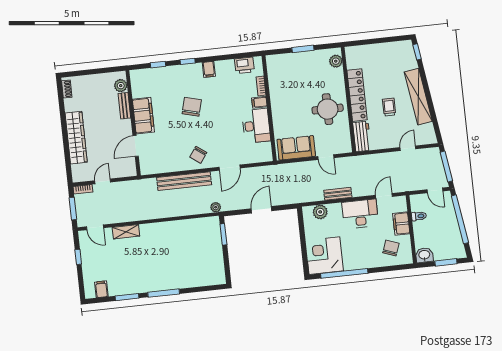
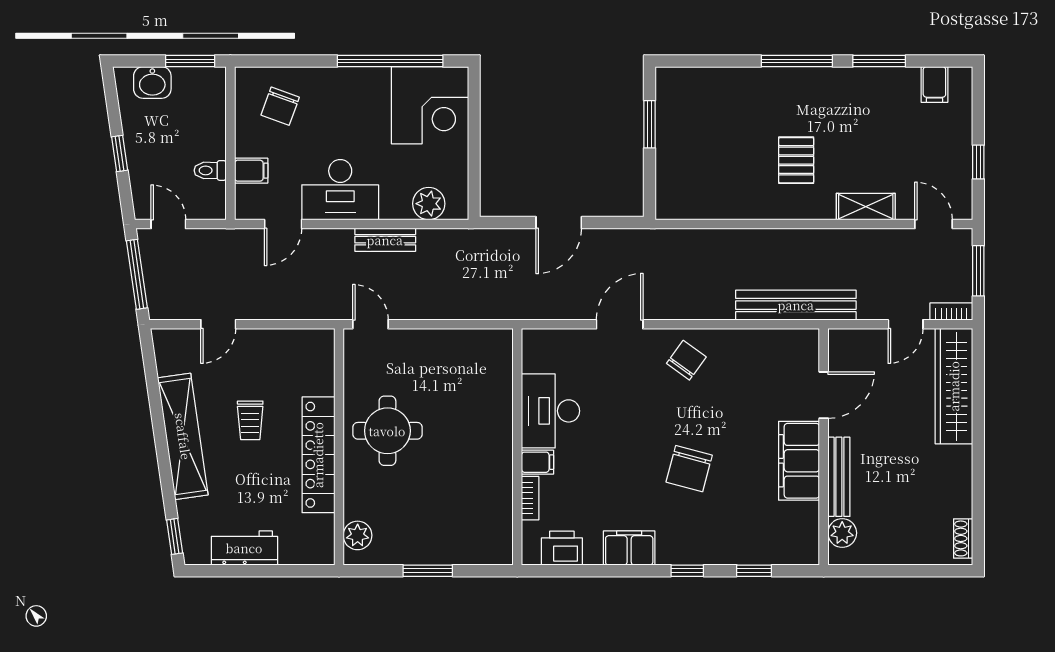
filing cabinet: (209, 69) -> (629, 548), width x2.00
bench: (124, 106) -> (839, 477), width x1.36
workbench: (362, 136) -> (244, 548), moved, turned 90
wardrobe: (76, 138) -> (954, 386), moved
sofa: (296, 148) -> (467, 352), removed
door: (326, 157) -> (370, 324), moved
bench: (184, 181) -> (796, 305), moved
plant: (216, 207) -> (660, 239), removed
window: (460, 219) -> (120, 153), width x0.32
filing cabinet: (401, 224) -> (251, 171), width x0.50
window: (223, 234) -> (650, 124), moved
pallet: (159, 249) -> (796, 160), added
washbasin: (424, 255) -> (152, 82), moved
window: (446, 262) -> (190, 61), moved

